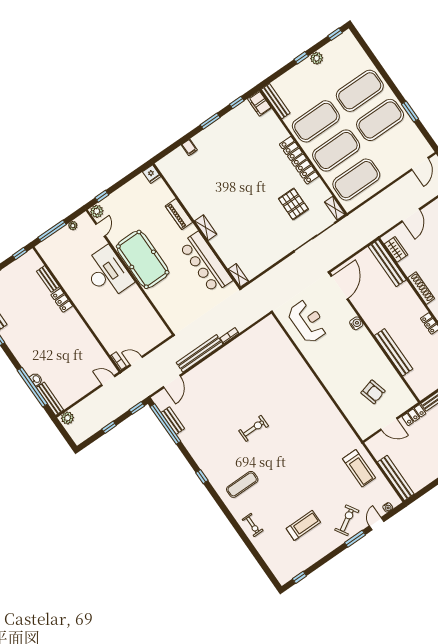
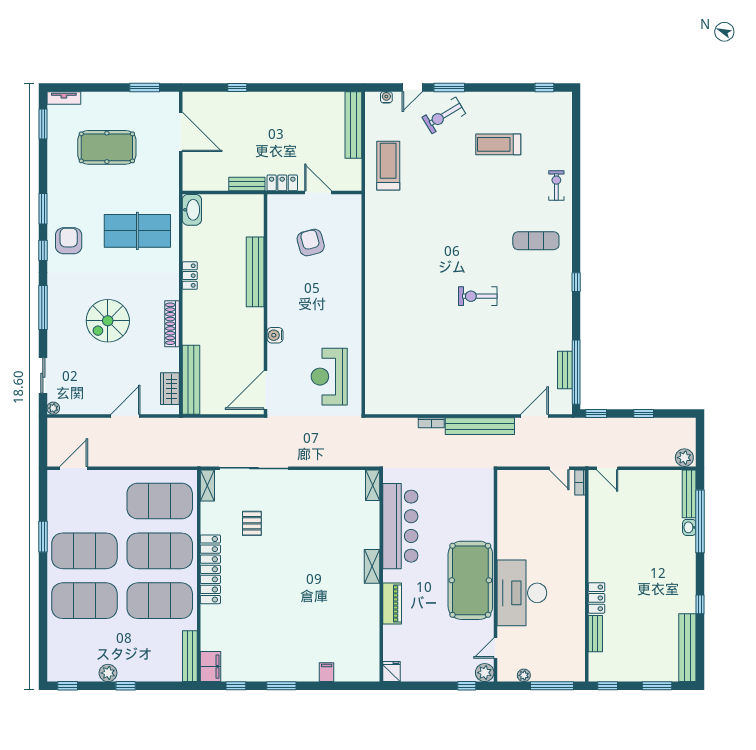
pallet: (293, 204) -> (252, 523), width x0.67, depth x0.71

